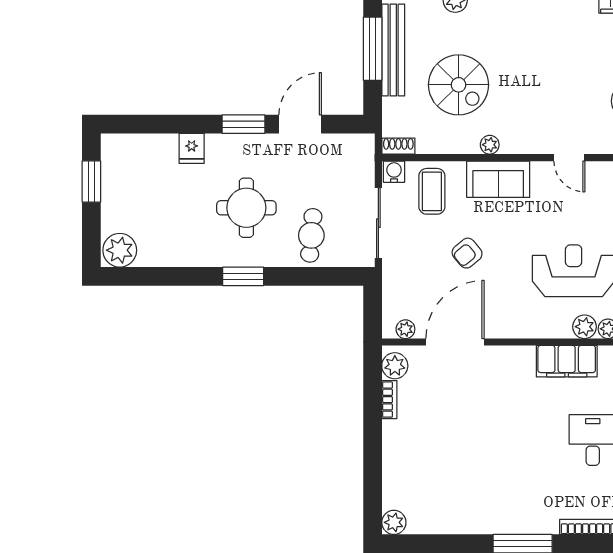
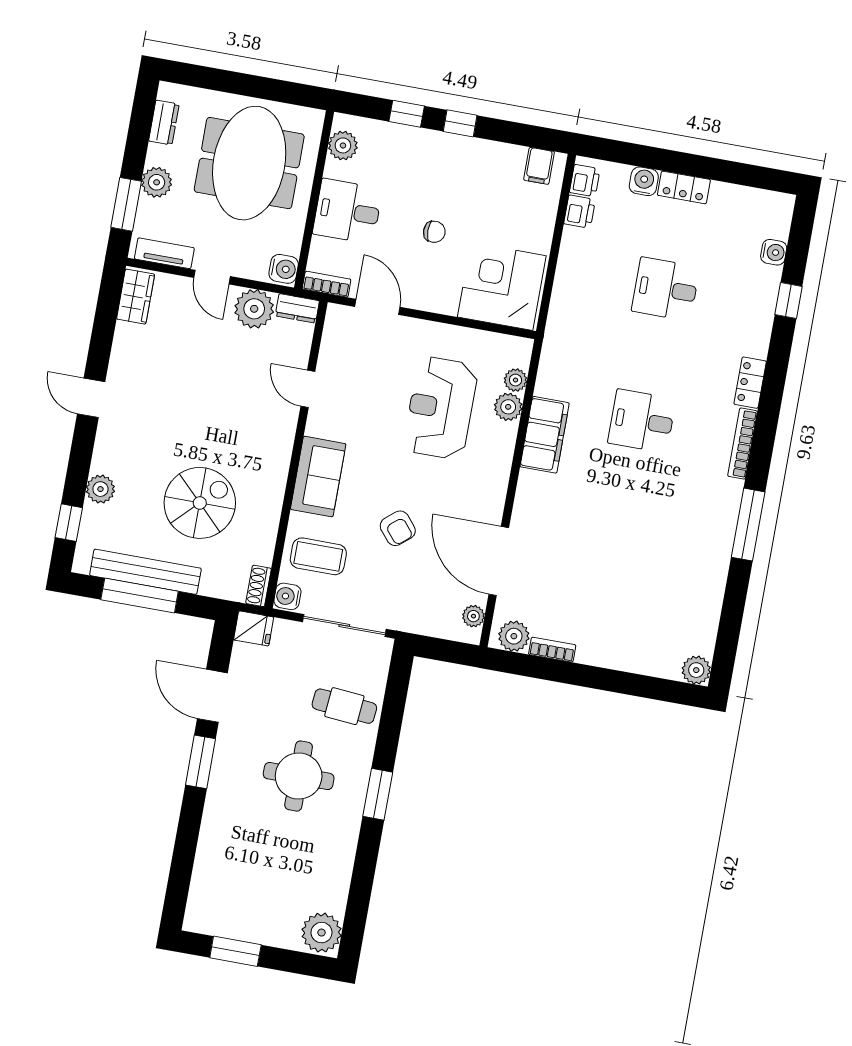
plant: (490, 145) -> (276, 479), removed
fridge: (192, 148) -> (254, 628), moved
door: (569, 158) -> (308, 389), swing flipped

